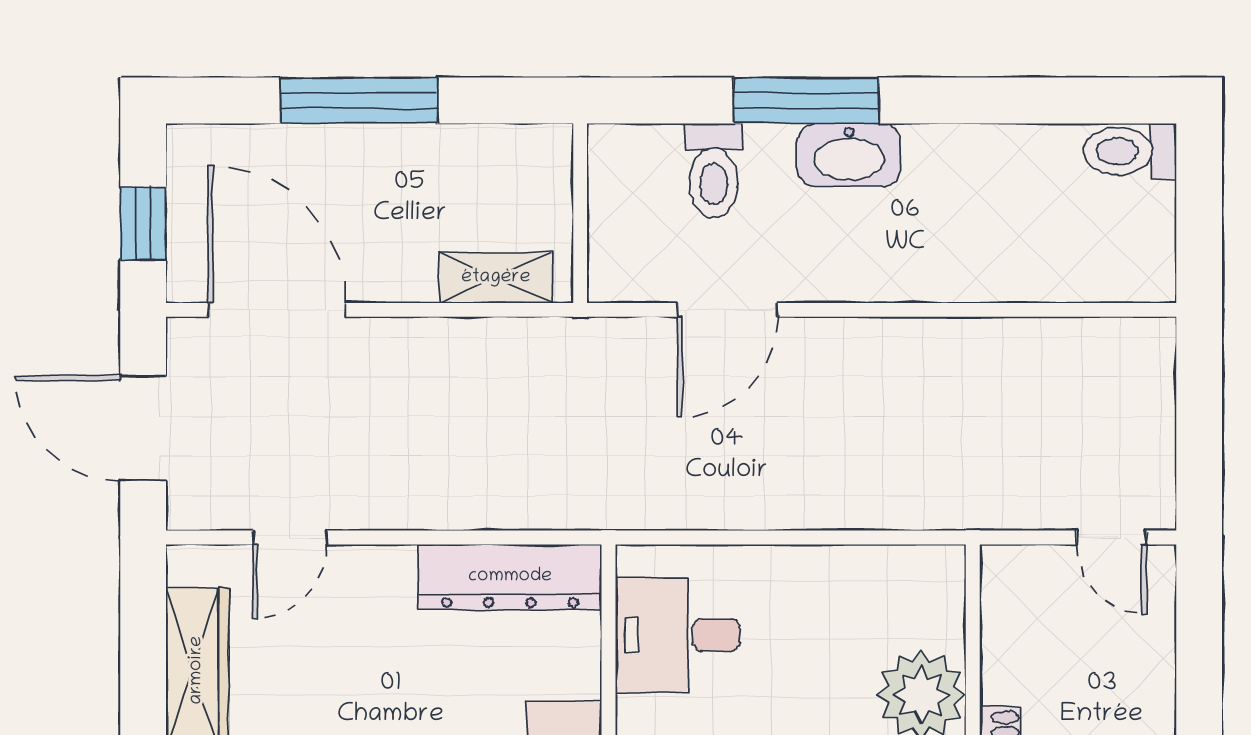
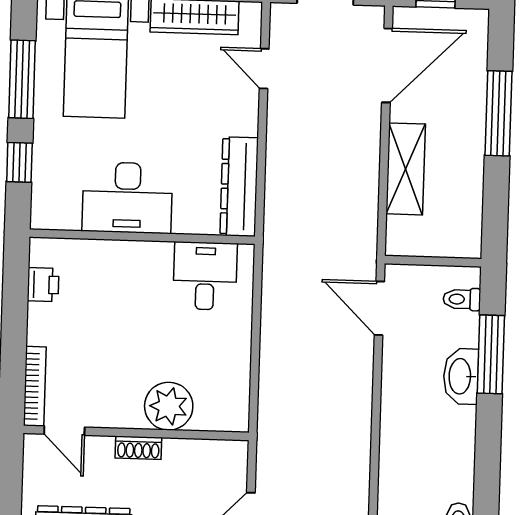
toilet: (714, 171) -> (462, 299), width x0.73, depth x0.72
wall: (580, 213) -> (433, 261), moved
shelving: (496, 278) -> (406, 169), width x1.50, depth x1.33

